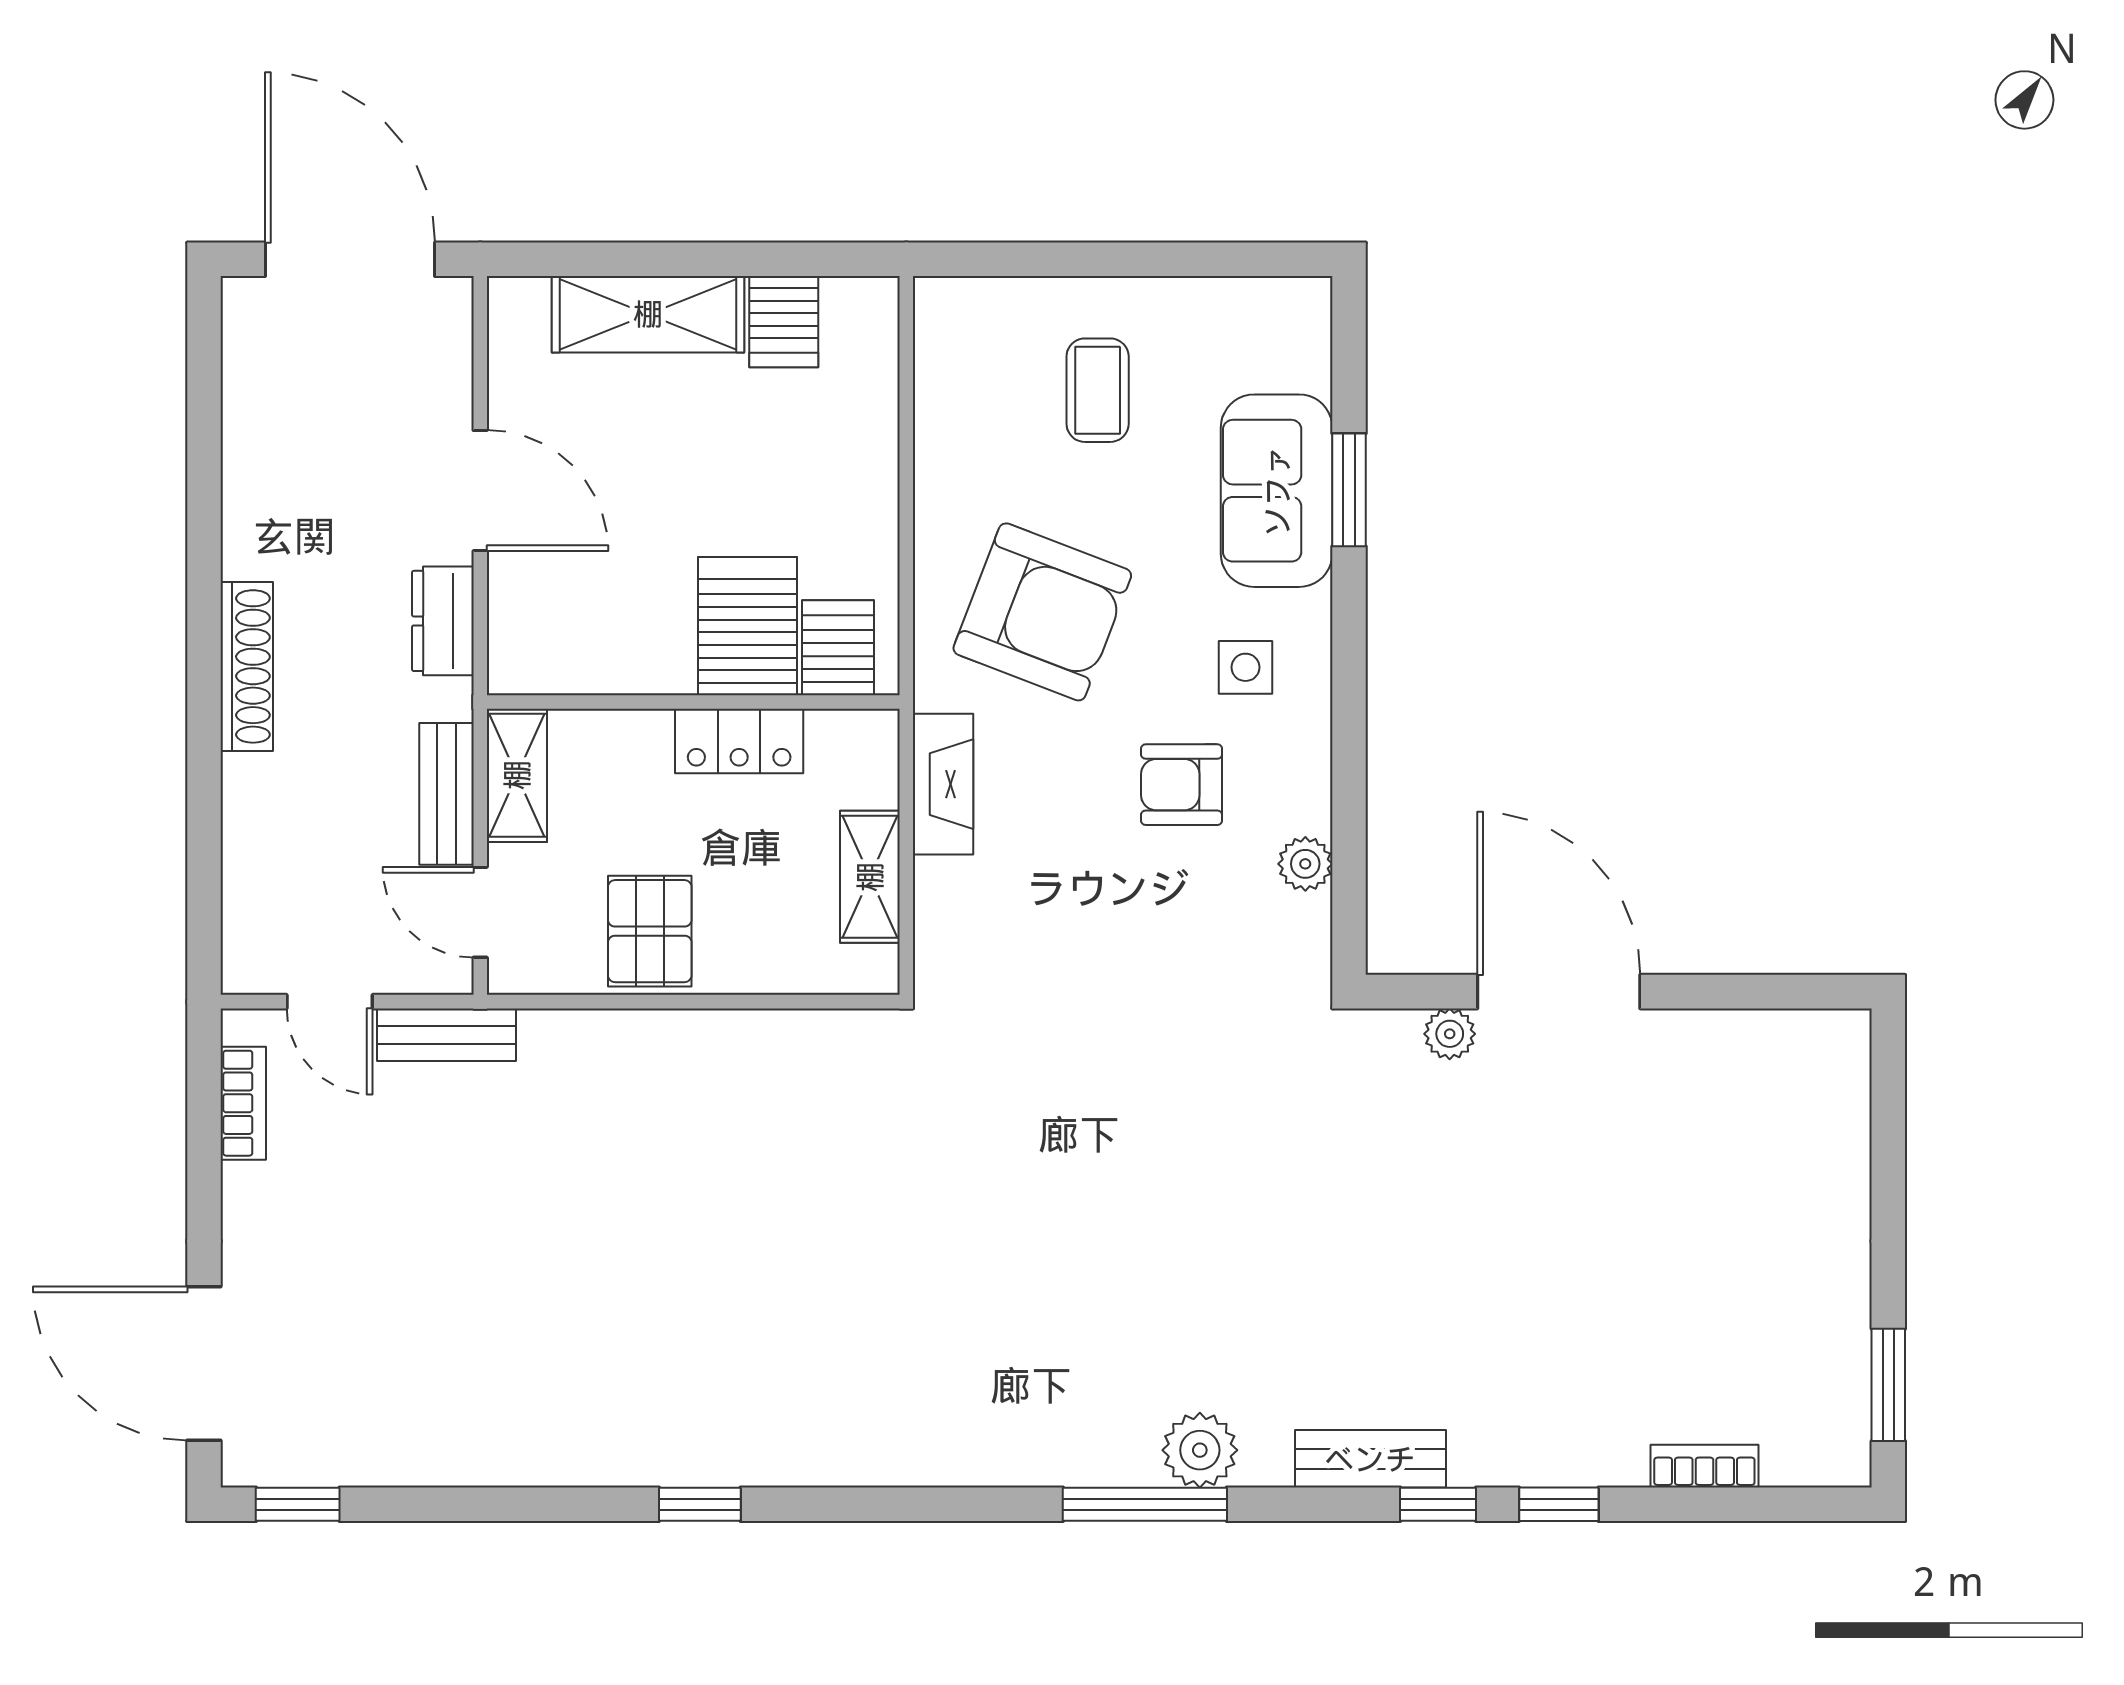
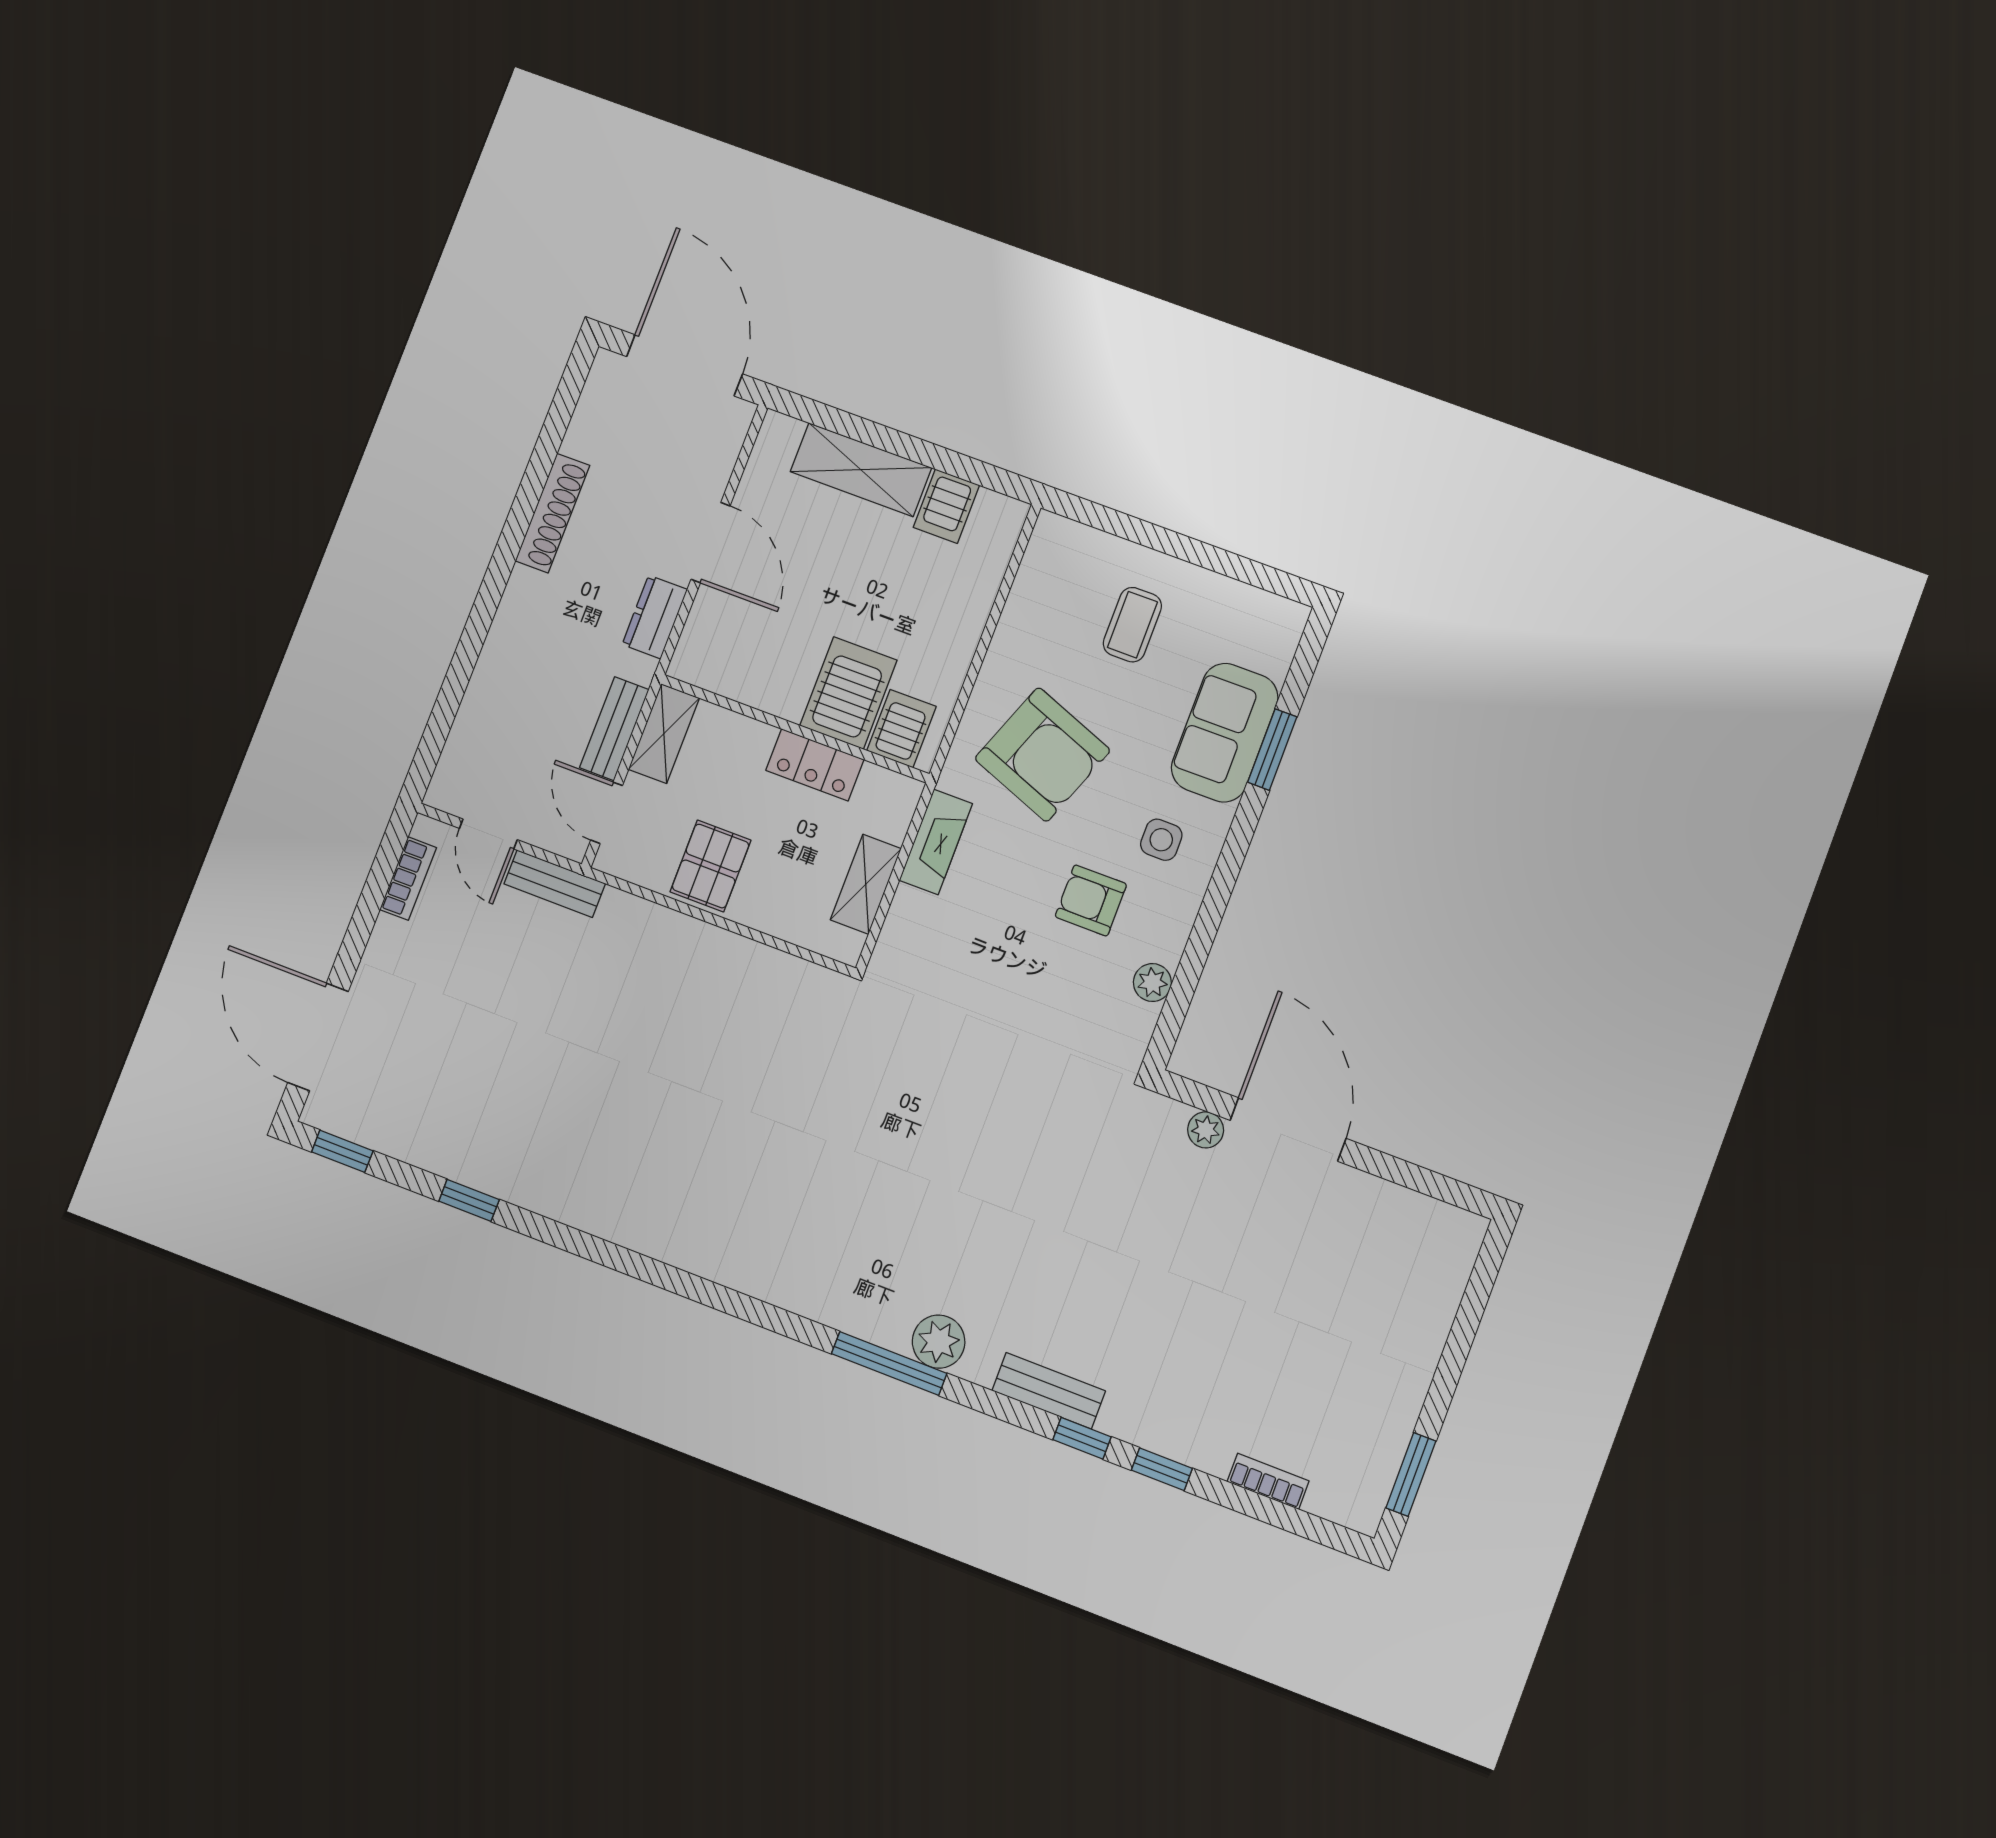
shoe rack: (247, 666) -> (553, 513), moved
window: (700, 1504) -> (469, 1200), moved

